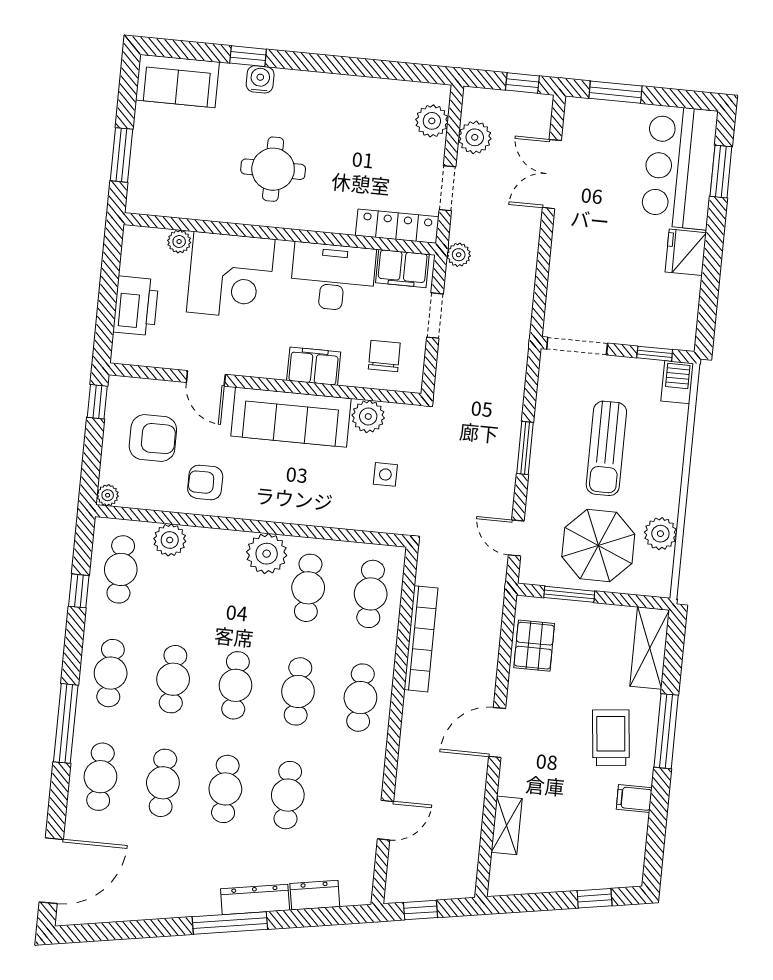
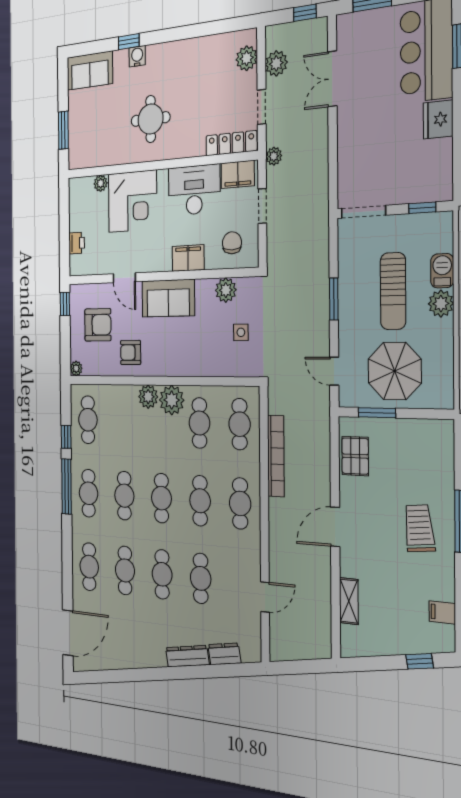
printer: (136, 306) -> (77, 243), width x0.53, depth x0.68
barbecue: (677, 382) -> (442, 271), moved
sofa: (291, 417) -> (168, 298), width x0.73
plant: (660, 534) -> (441, 304), moved
plant: (170, 540) -> (148, 397), moved
shelving: (650, 648) -> (442, 452), removed
window: (66, 723) -> (67, 486), moved
filing cabinet: (634, 798) -> (442, 612), moved
window: (420, 910) -> (295, 667), removed
window: (230, 923) -> (173, 673), removed

